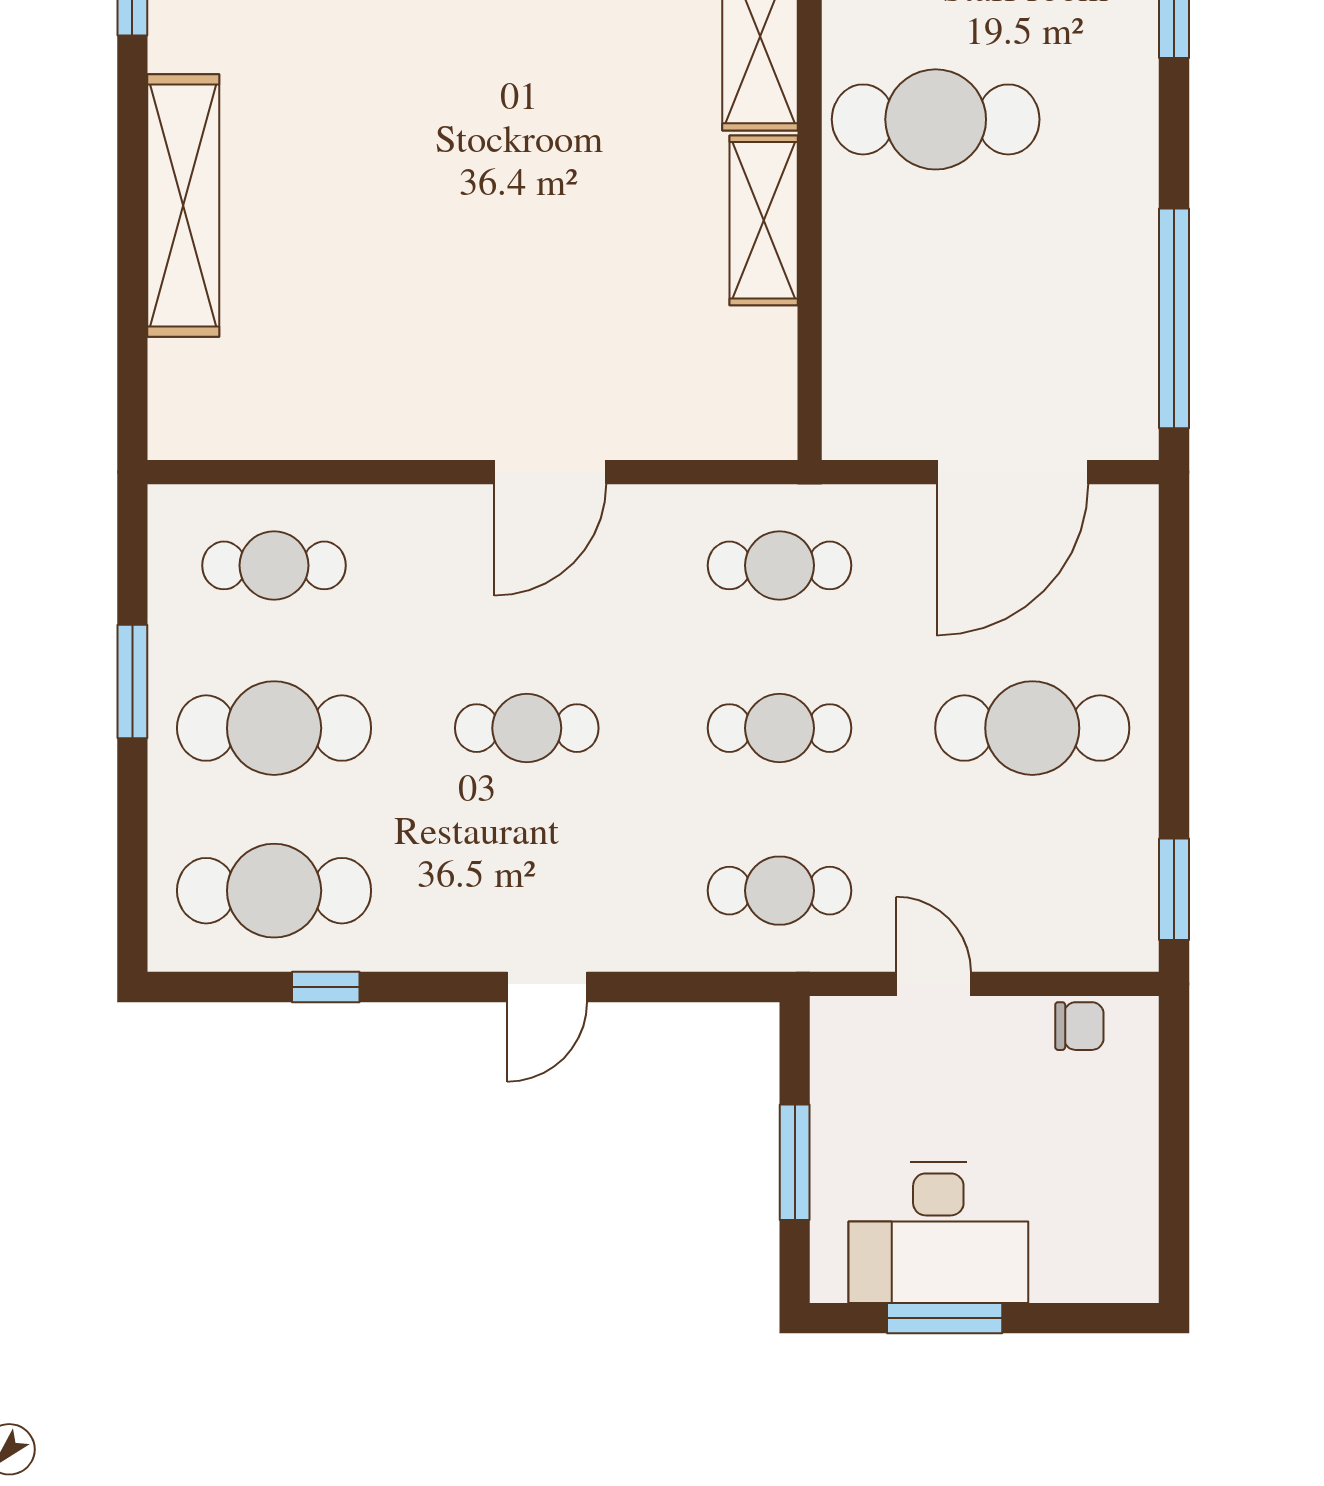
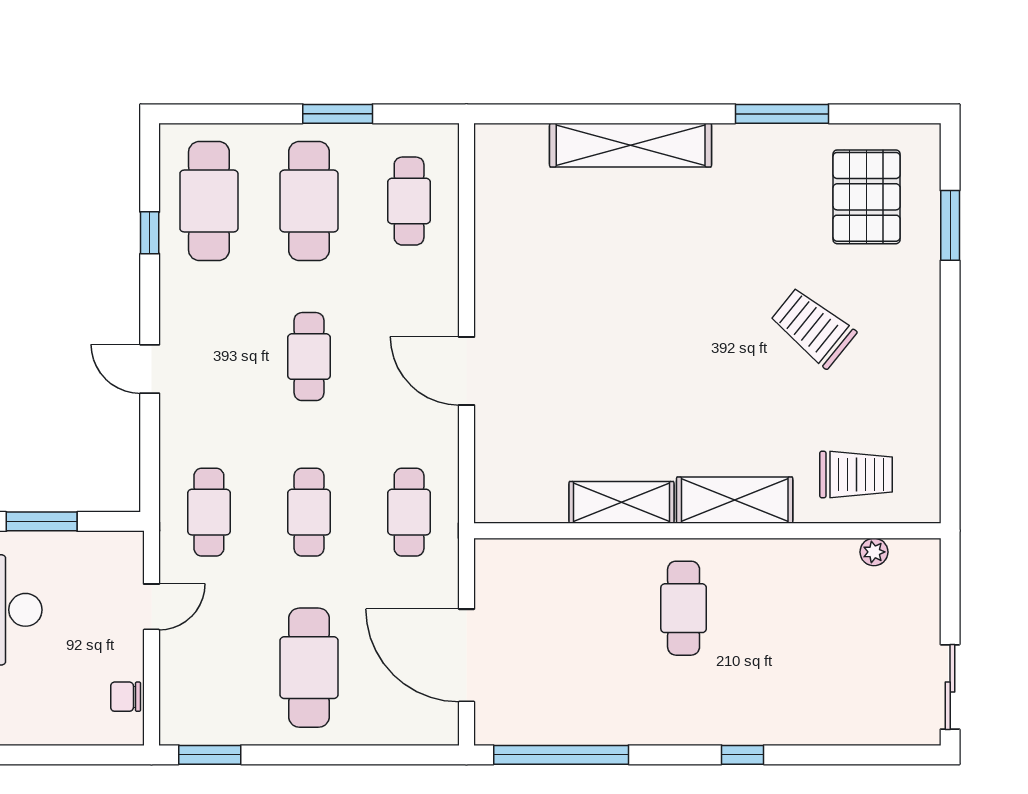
cafe table: (936, 119) -> (684, 608), width x0.73, depth x0.74
chair: (1079, 1026) -> (126, 697), turned 90

